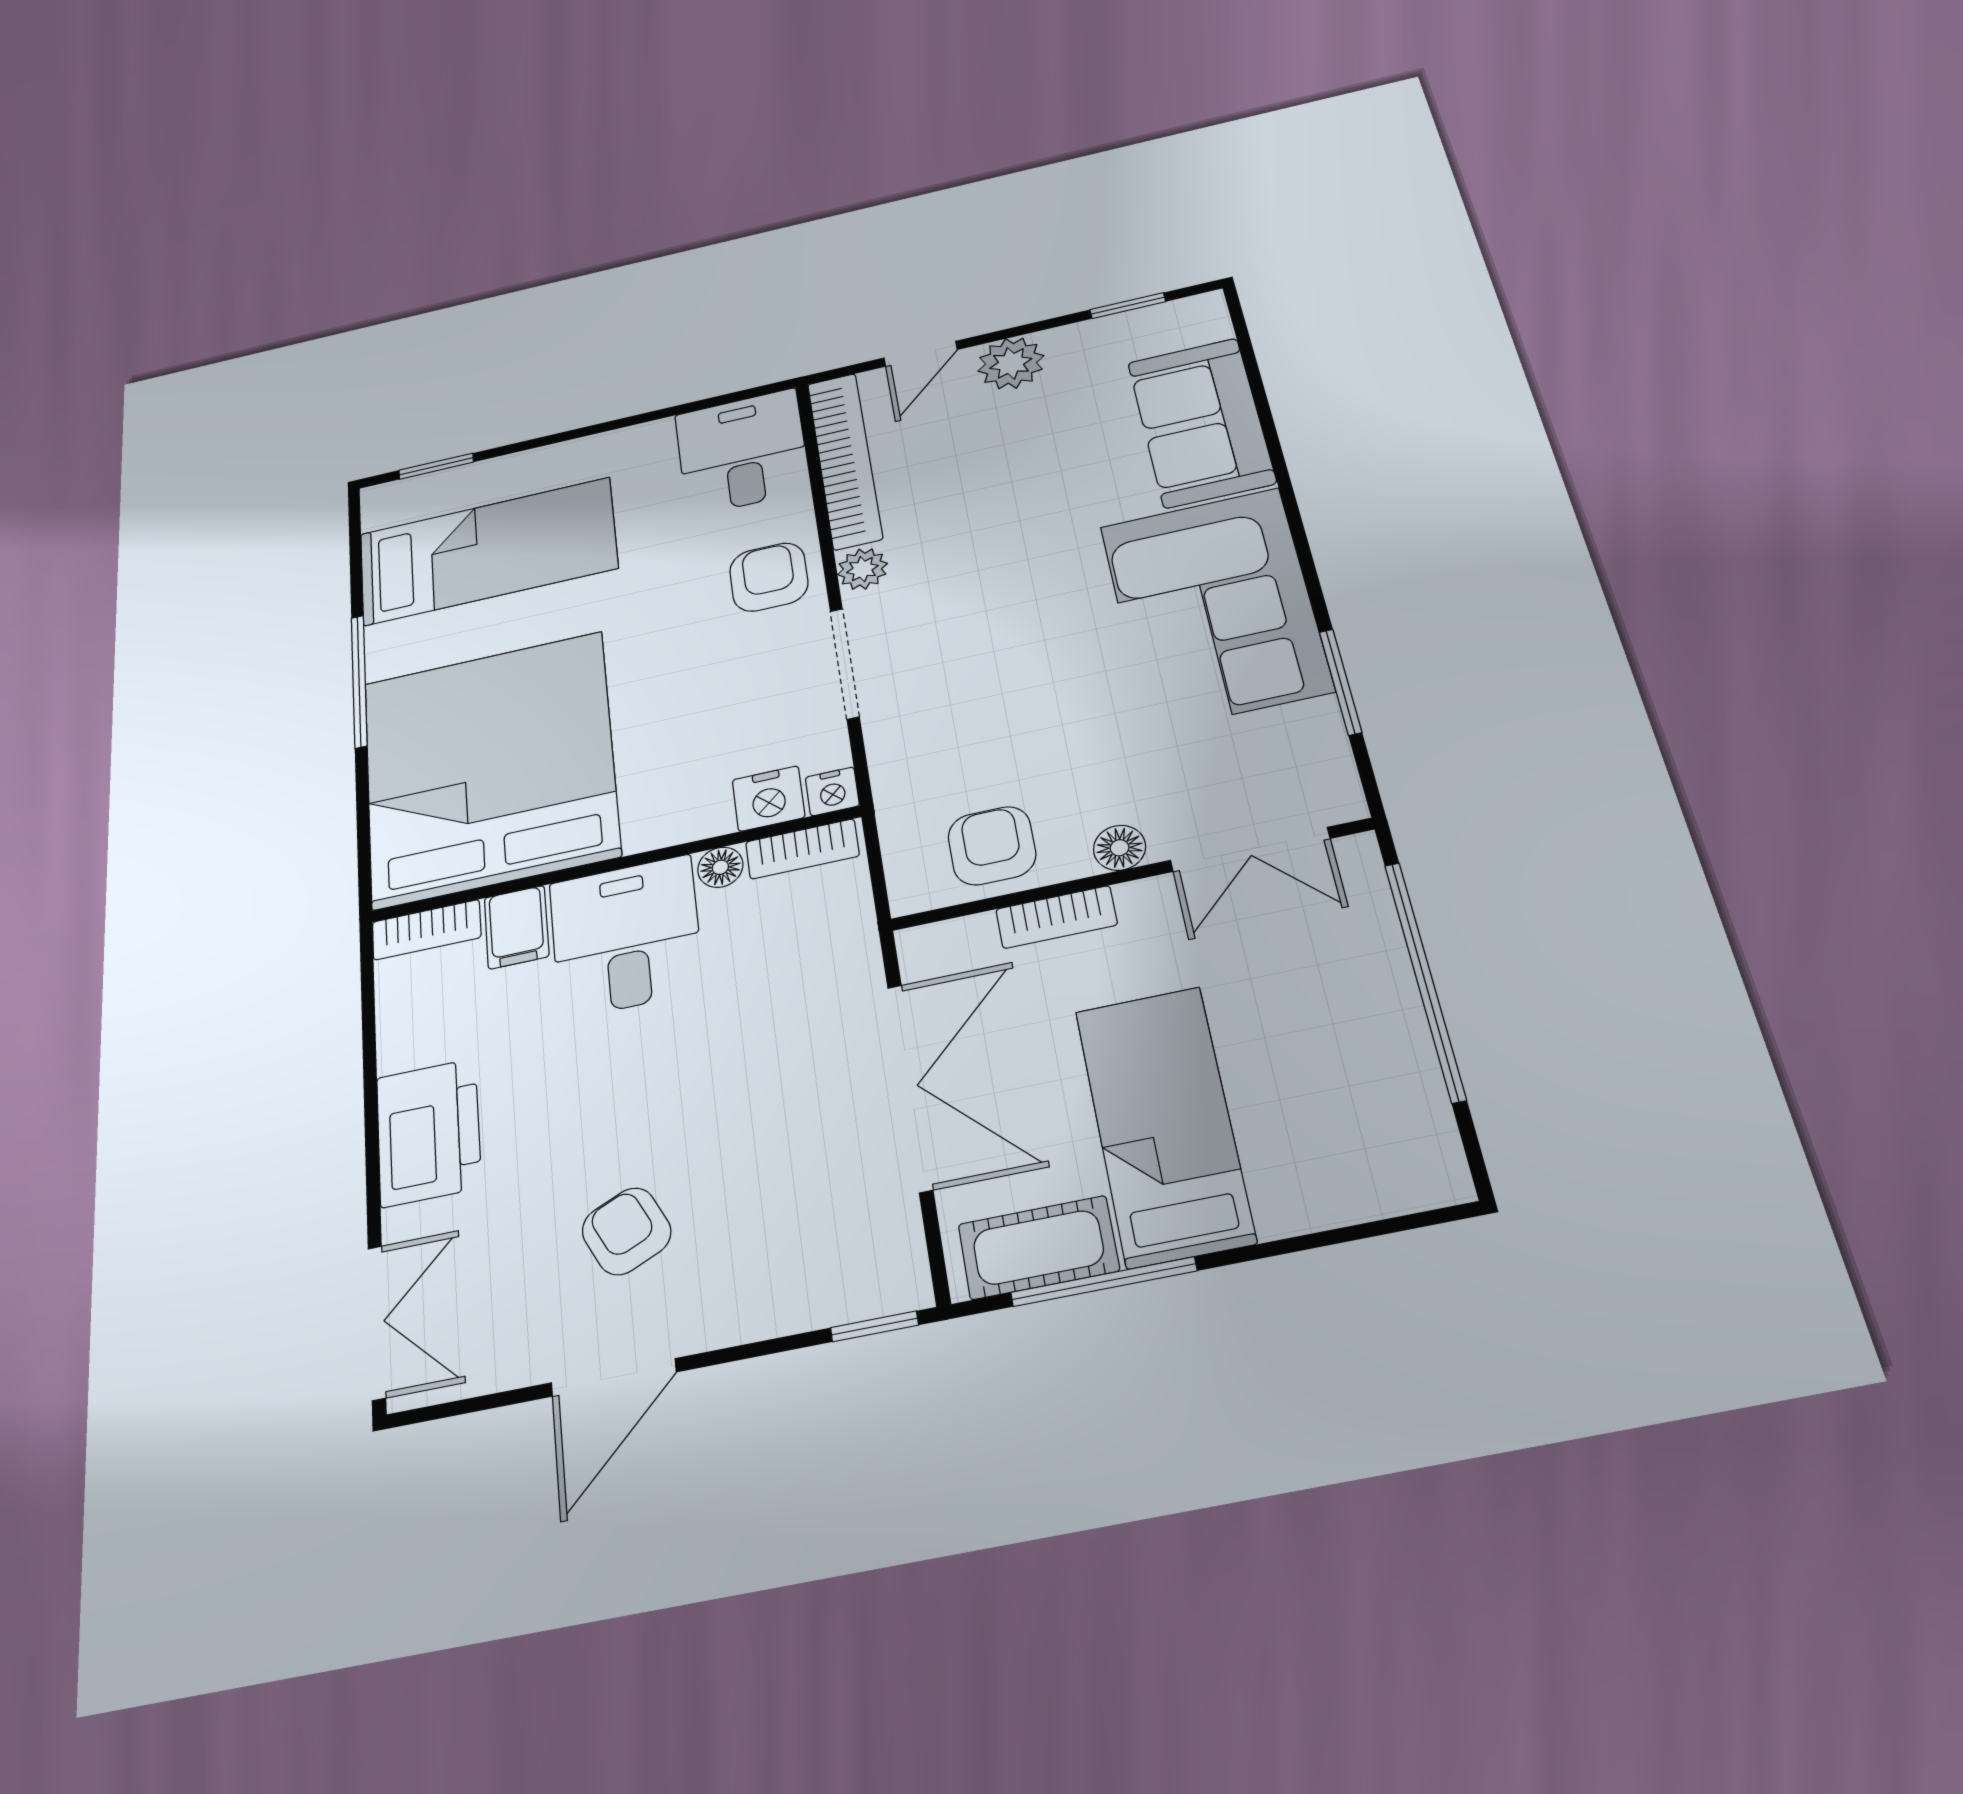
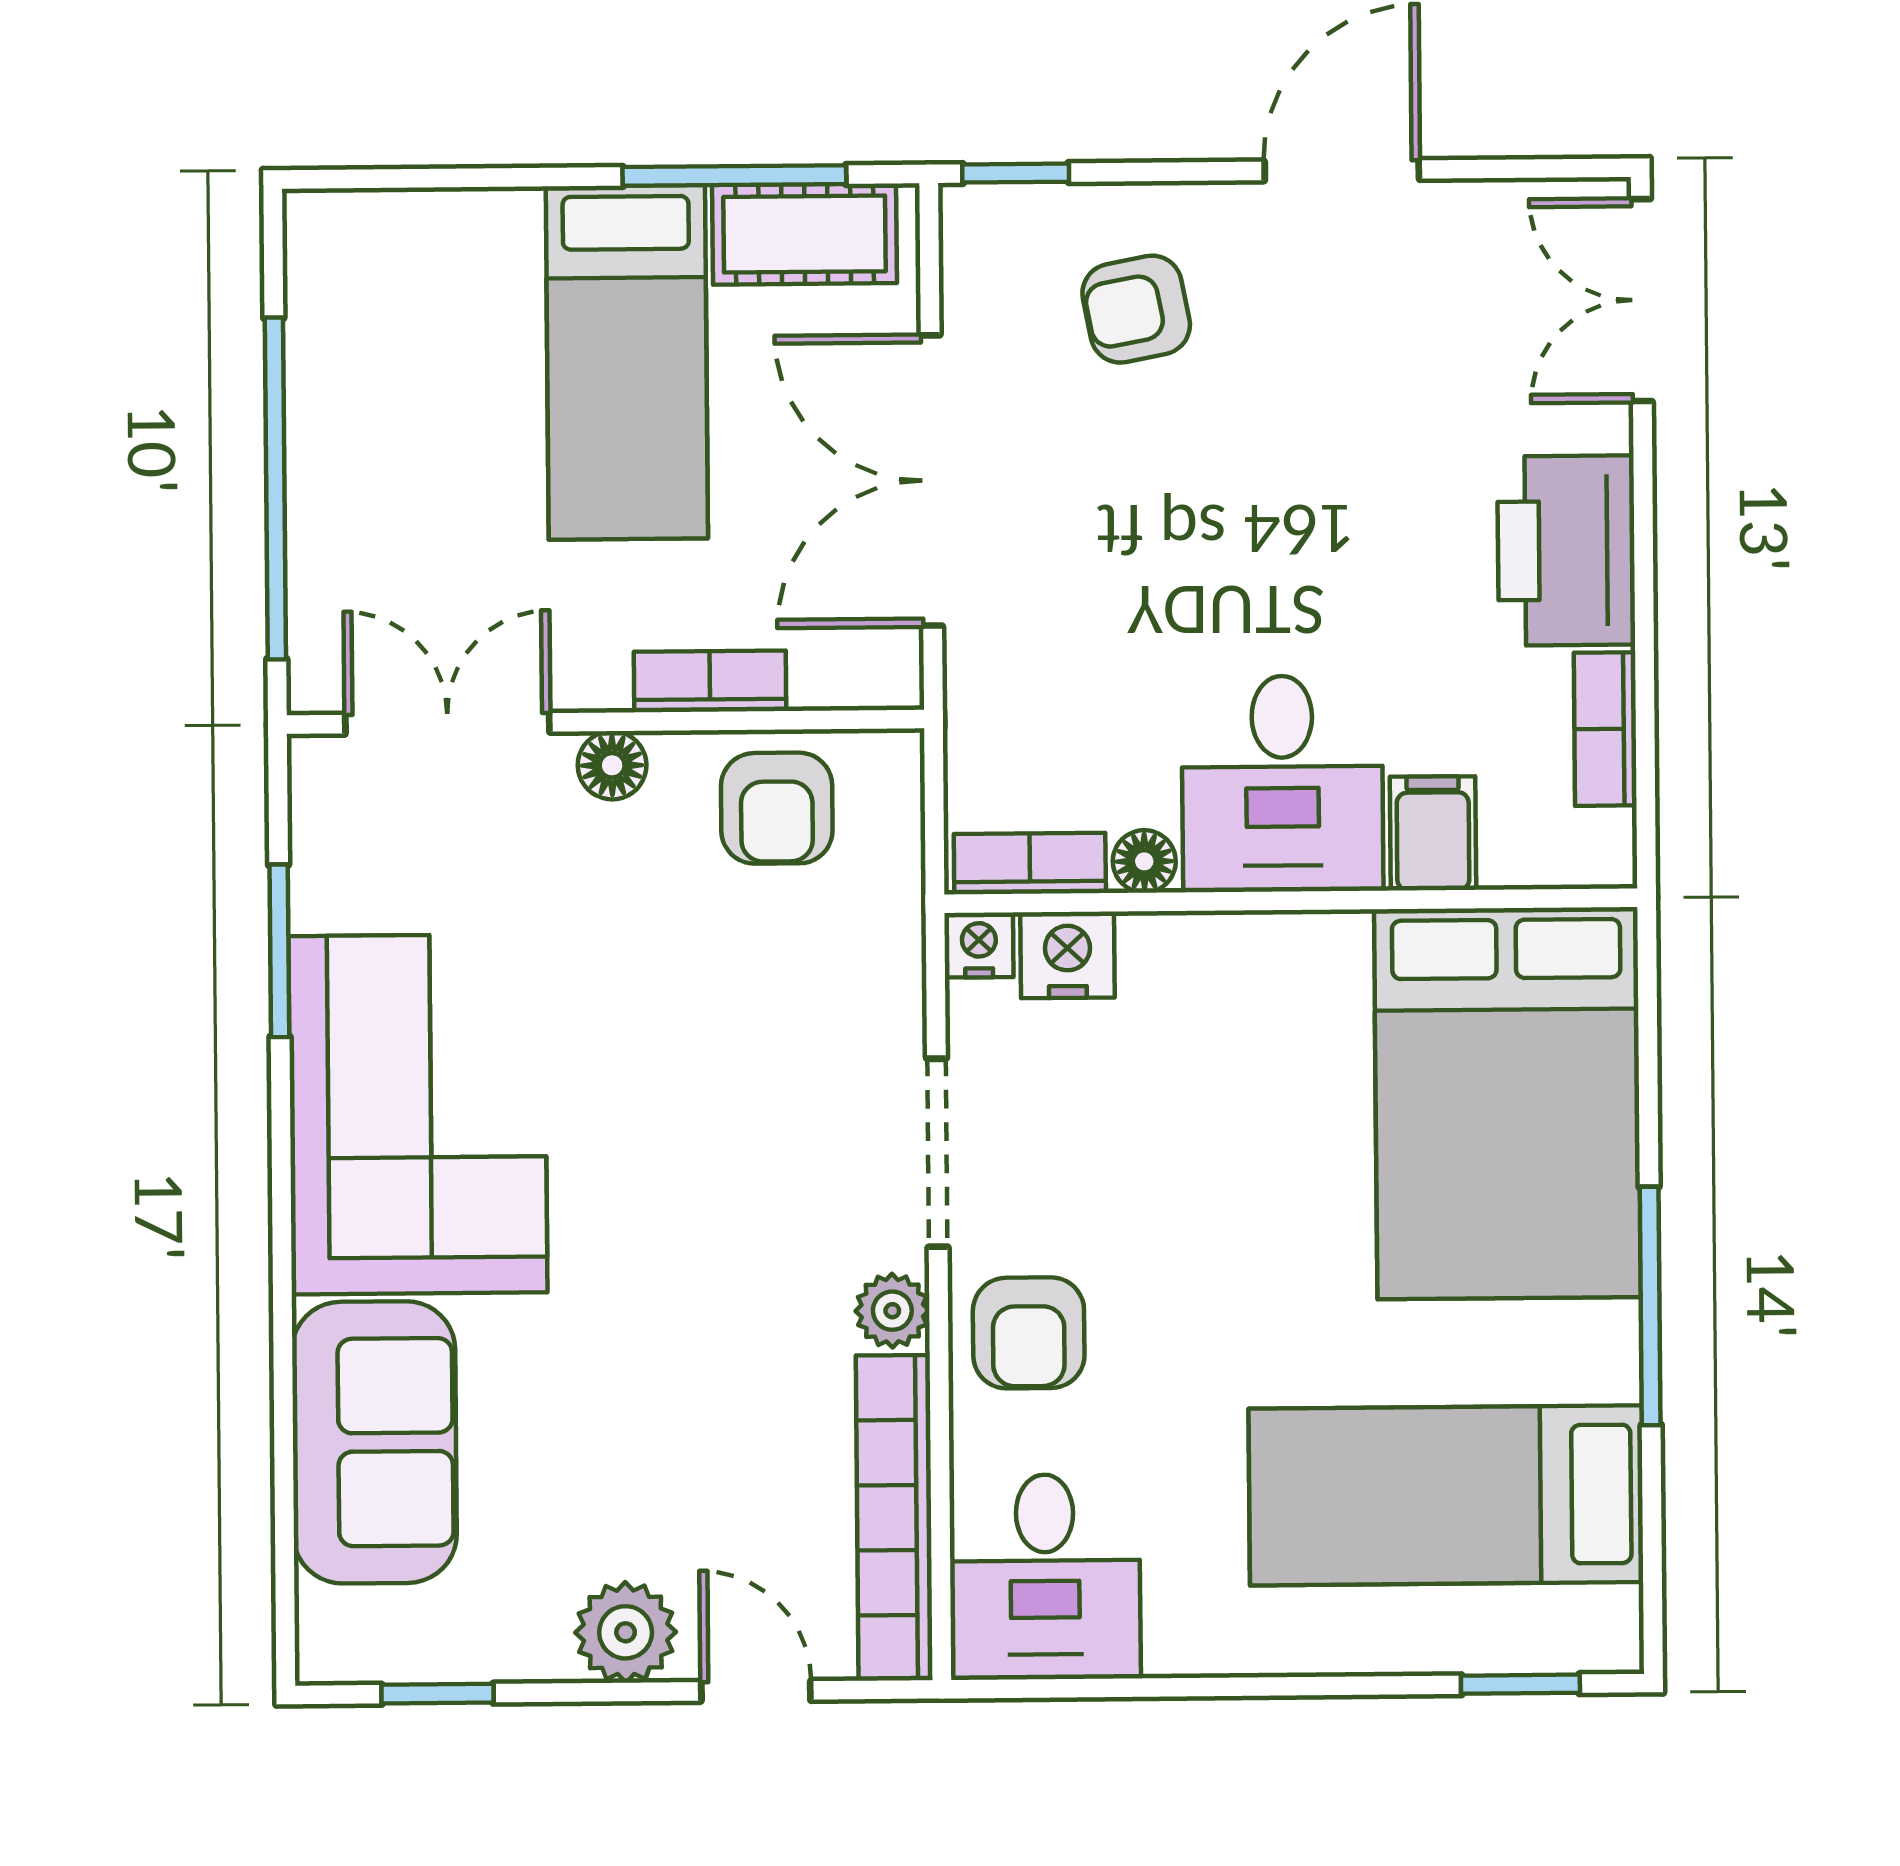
door: (921, 354) -> (756, 1691), hinge flipped
bed: (489, 768) -> (1507, 1103), width x0.73
bookcase: (426, 930) -> (1605, 729), moved, turned -90
armchair: (627, 1231) -> (1136, 309), moved, turned 104

